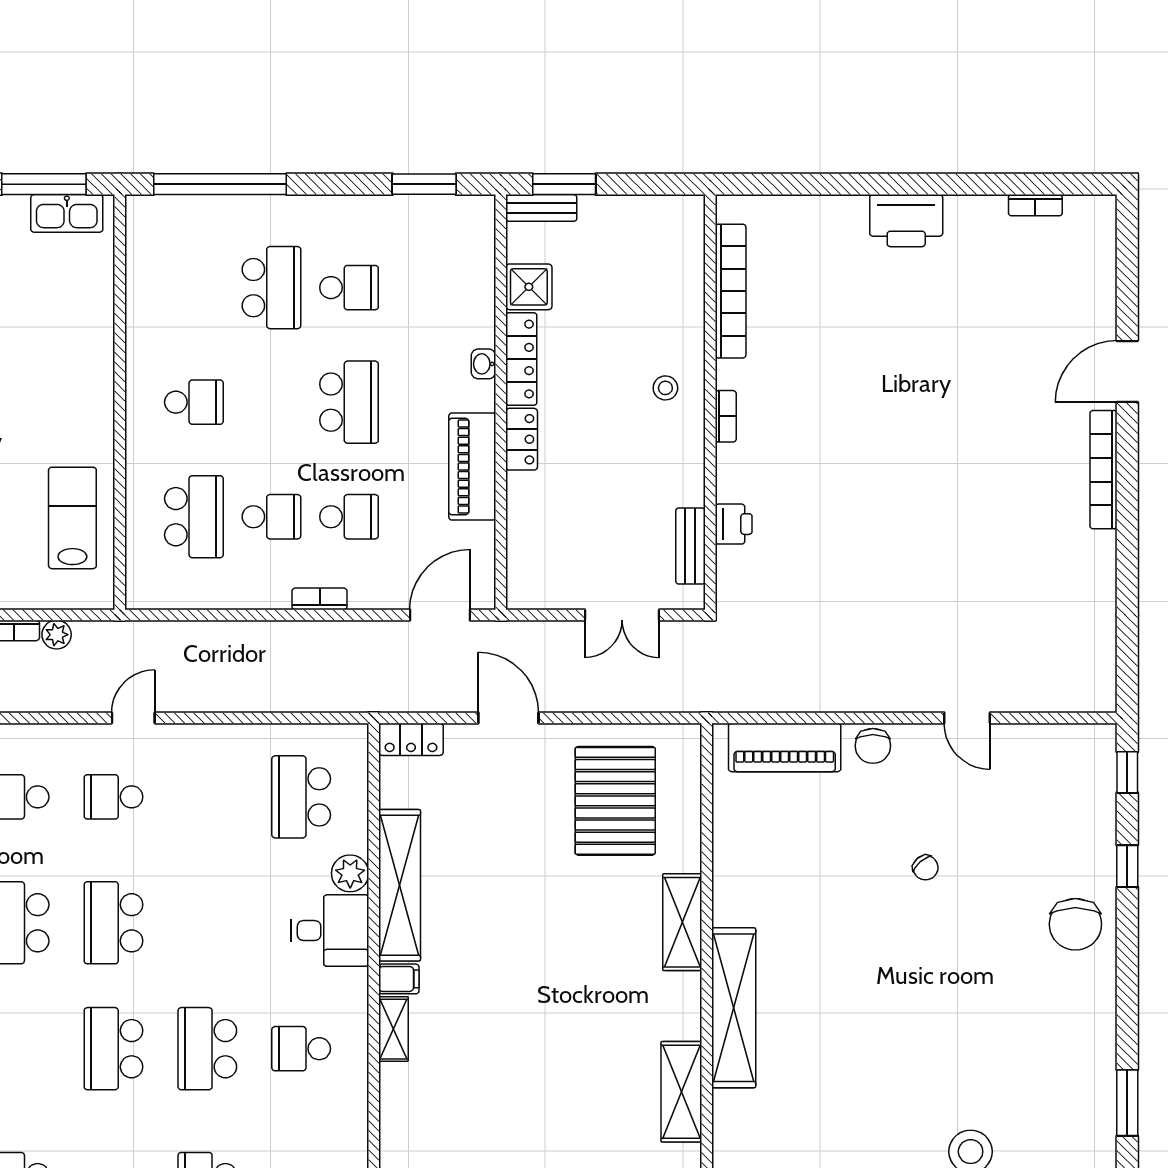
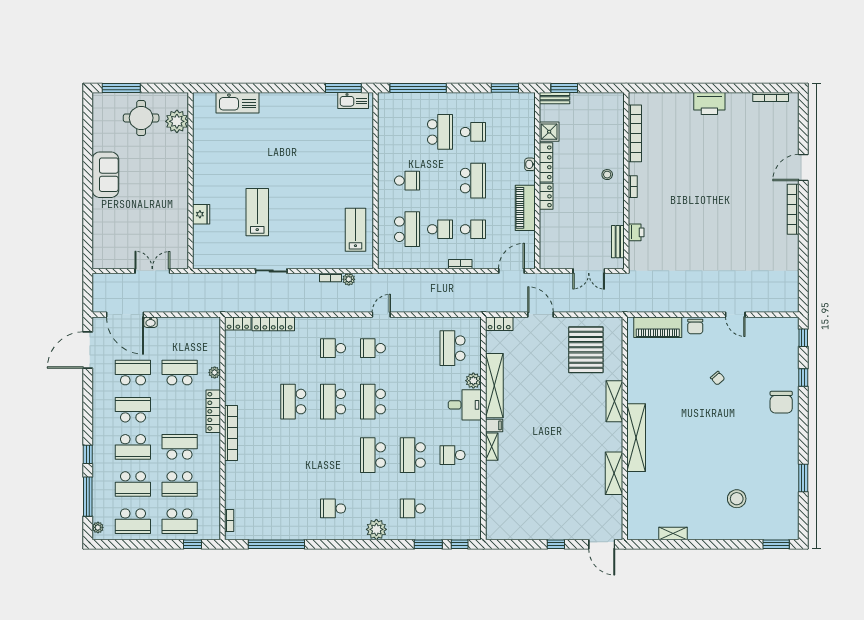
bookcase: (1035, 205) -> (771, 97), width x1.56

